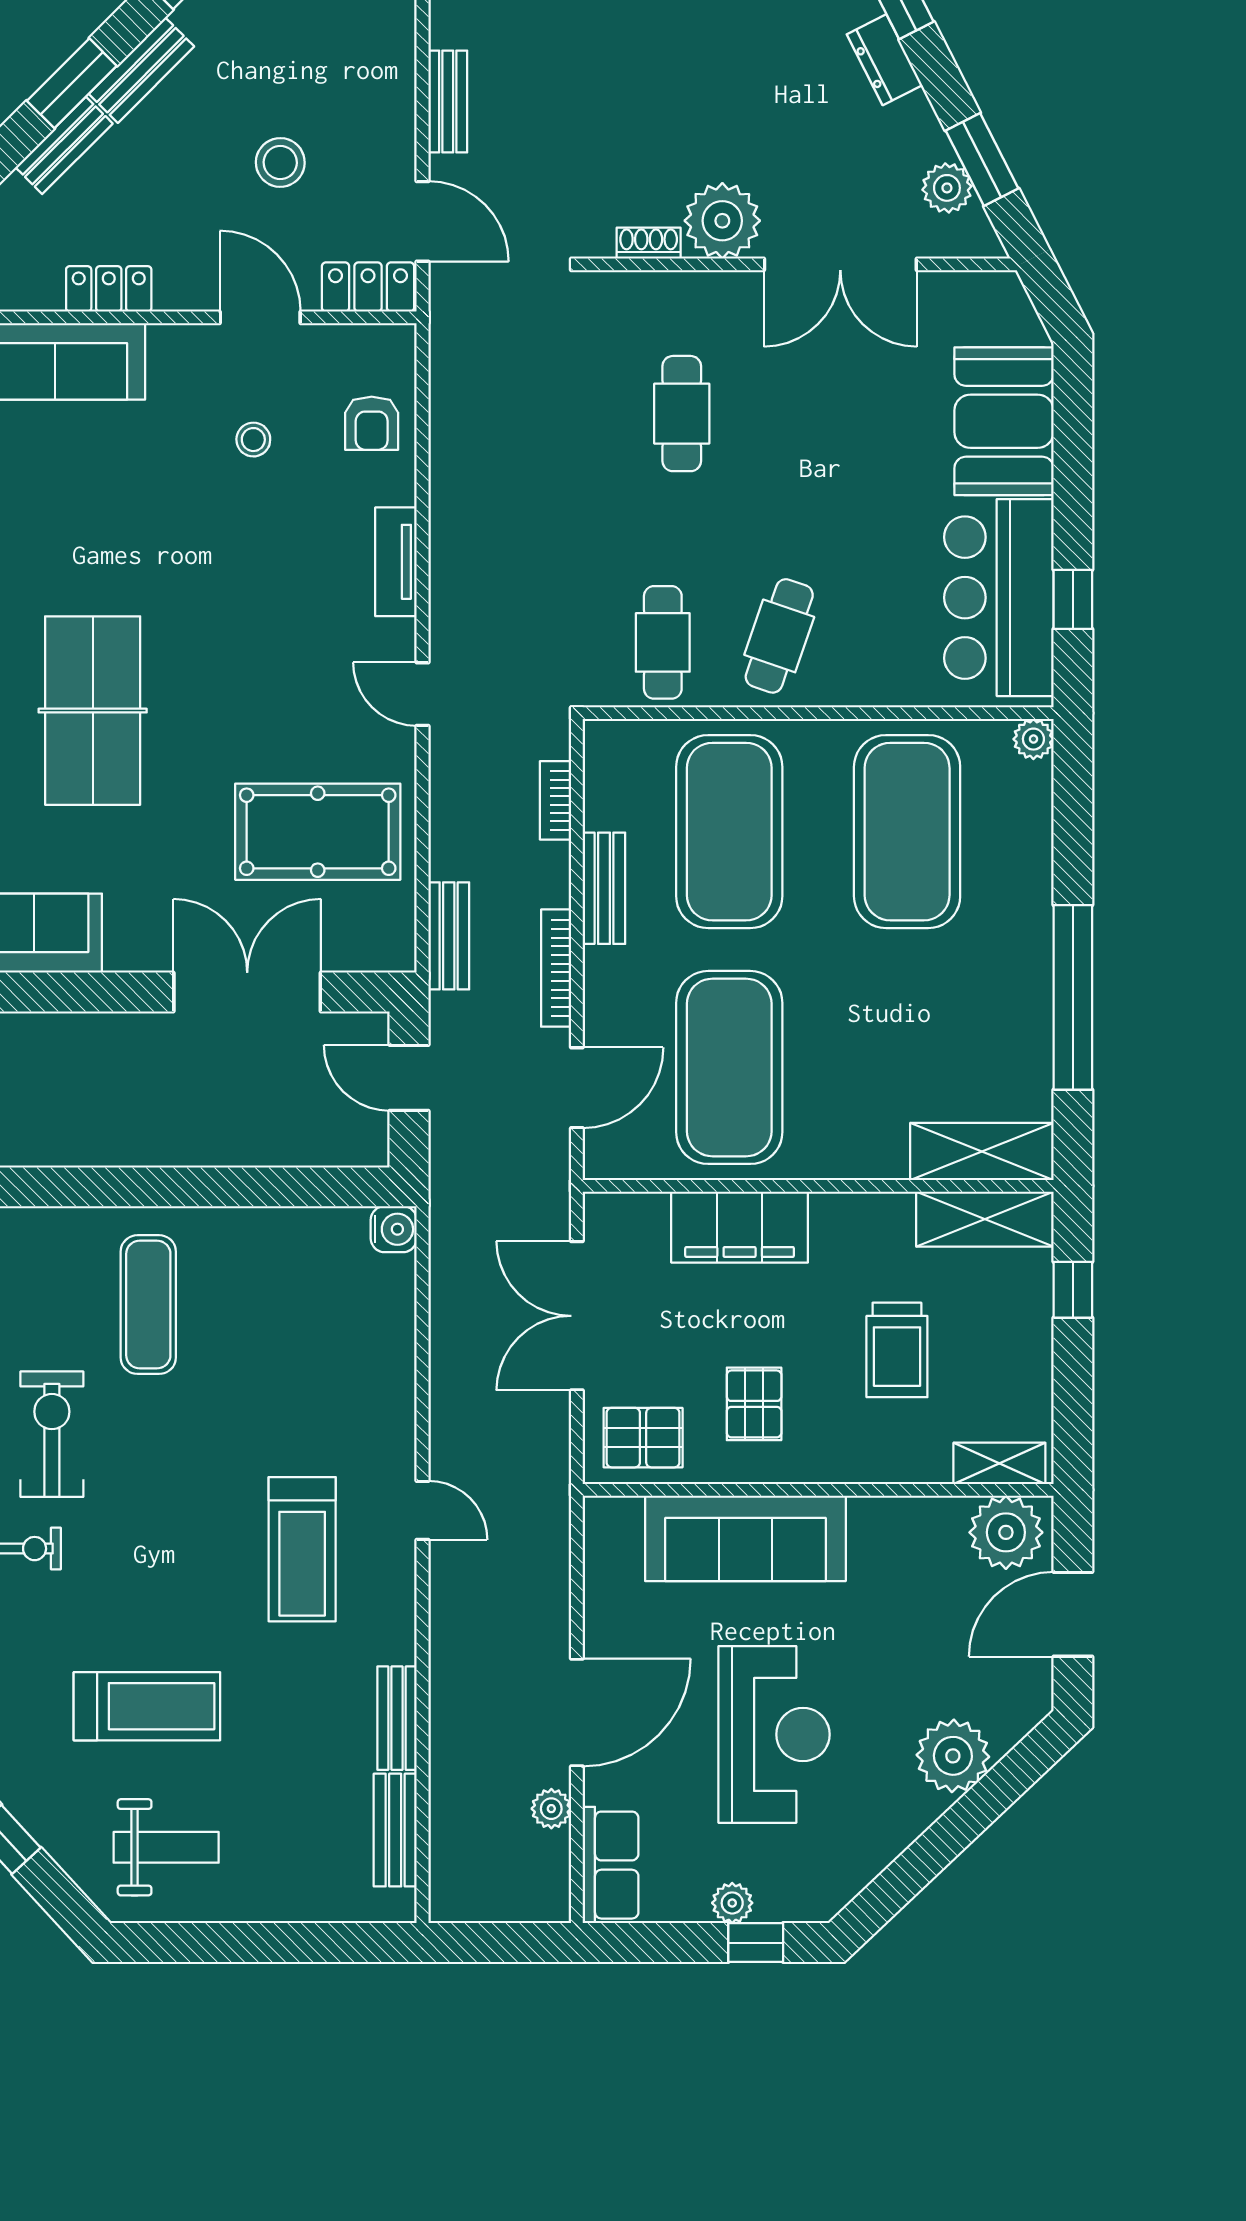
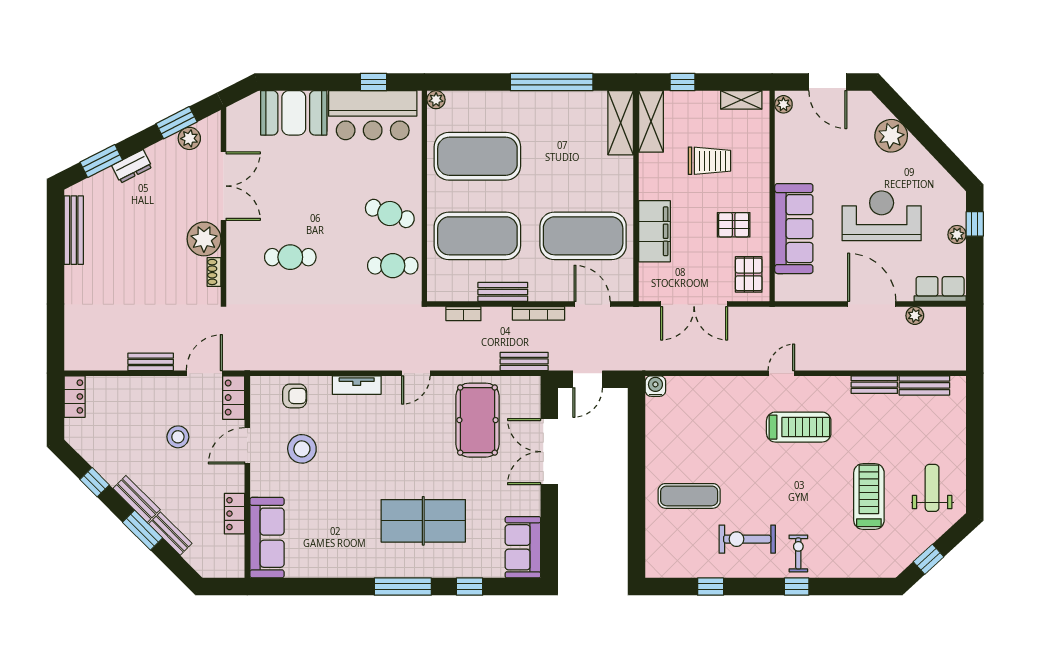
stool: (253, 440) -> (302, 449), width x1.89, depth x1.89
shelving: (999, 1463) -> (741, 100), moved, turned 90
plant: (1006, 1532) -> (783, 104), width x0.53, depth x0.53

